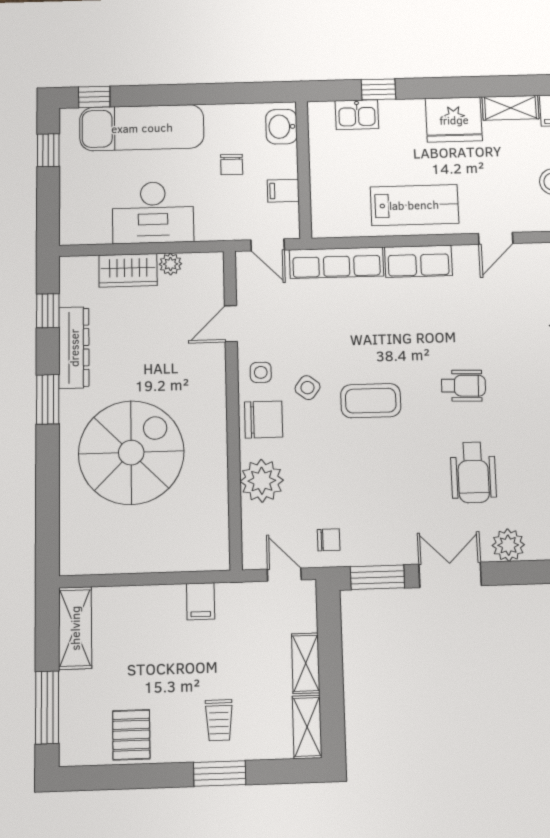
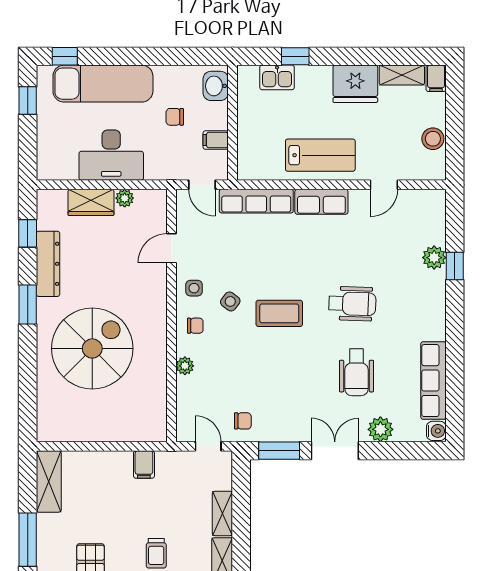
chair: (232, 165) -> (175, 117), turned 90
wheelchair: (463, 386) -> (352, 304), width x1.36, depth x1.37
chair: (264, 420) -> (195, 326), width x0.54, depth x0.54
plant: (262, 481) -> (185, 366), width x0.53, depth x0.53

